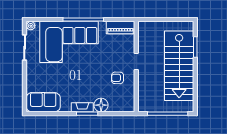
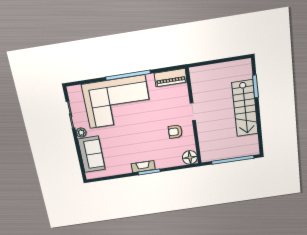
plant: (31, 26) -> (81, 133), moved
stairs: (179, 66) -> (245, 108), width x0.73, depth x0.66
sofa: (43, 102) -> (91, 154), moved, turned 90
floor lamp: (101, 105) -> (190, 157), moved

